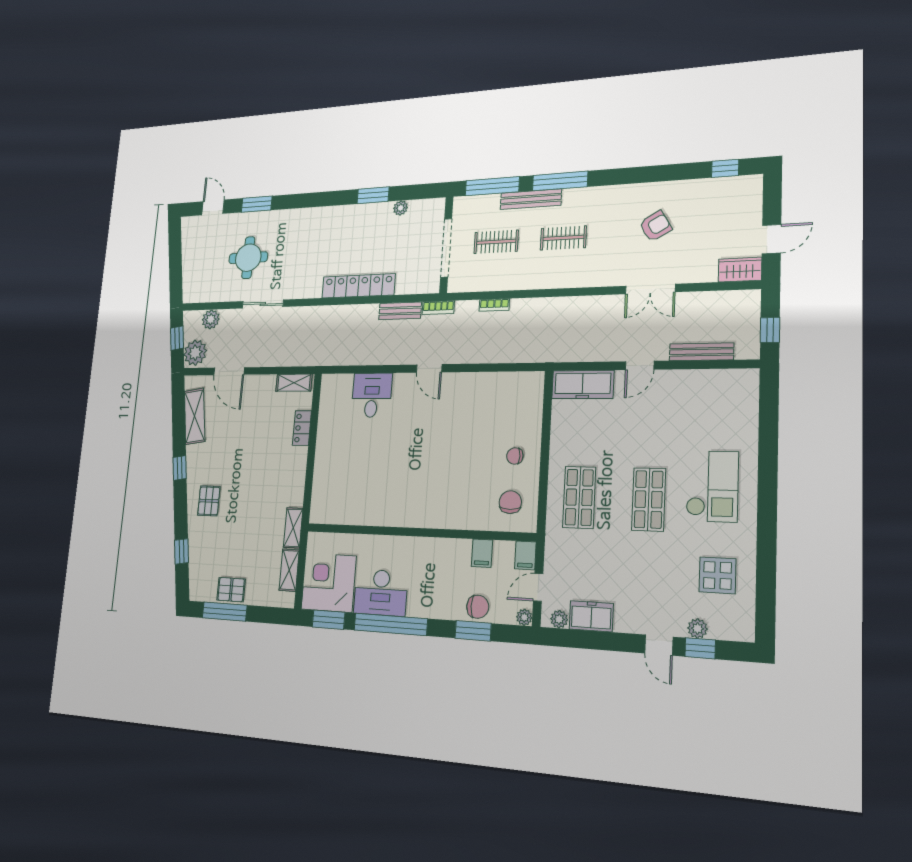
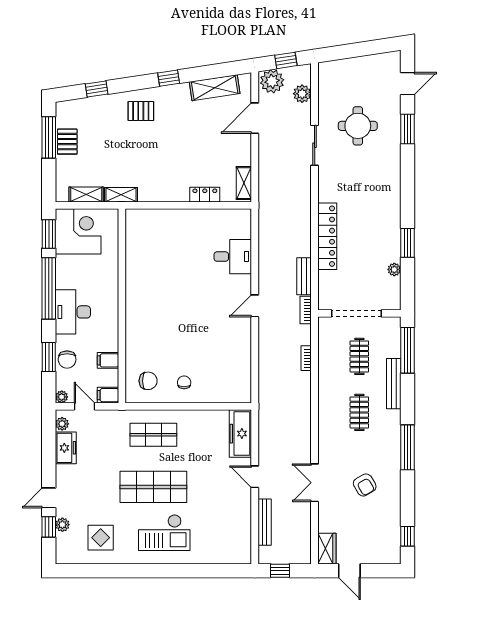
window: (560, 181) -> (408, 447), moved
shop shelf: (649, 499) -> (153, 487), width x1.43, depth x1.36
desk: (381, 593) -> (73, 312), moved

